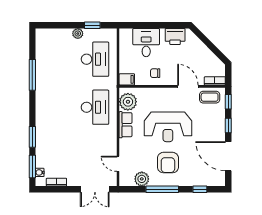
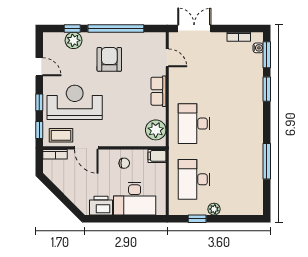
desk: (146, 43) -> (135, 199), width x1.37
row of seats: (126, 125) -> (159, 91), moved
reception desk: (168, 127) -> (75, 102), moved
door: (228, 156) -> (39, 67), width x0.53
plant: (142, 179) -> (74, 40), moved
window: (162, 189) -> (116, 28), width x1.46

